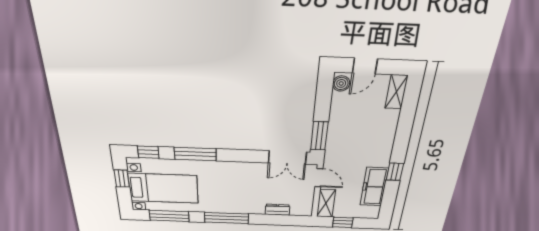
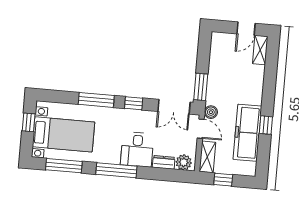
door: (365, 66) -> (246, 29), moved
boiler: (341, 83) -> (211, 112), moved
window: (148, 152) -> (134, 103), moved
freezer: (374, 187) -> (247, 133), width x1.36, depth x1.26
desk: (247, 199) -> (137, 149), added
plant: (300, 209) -> (184, 162), added

